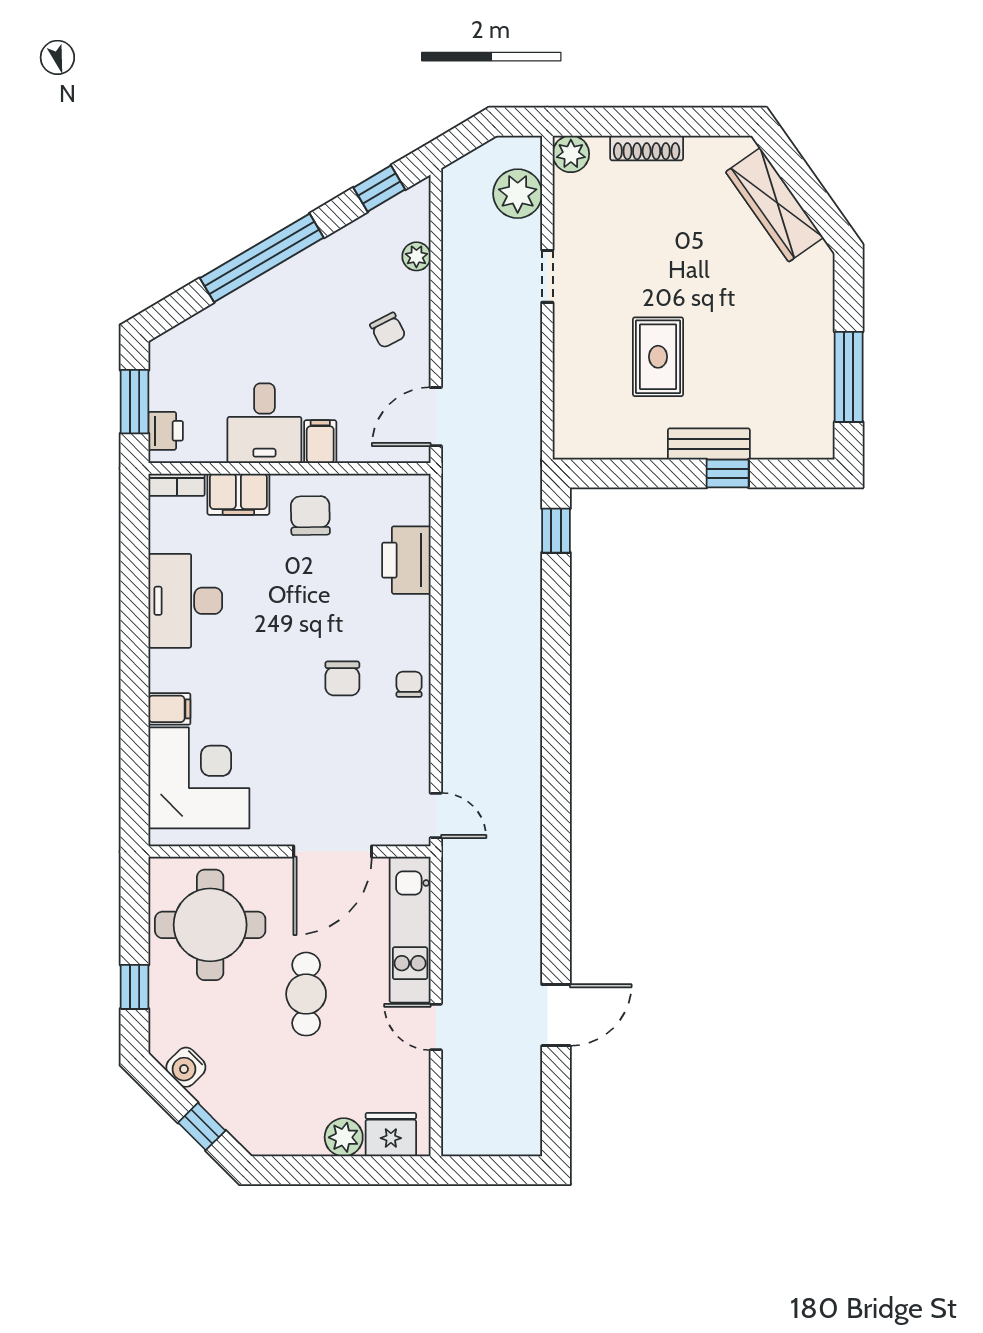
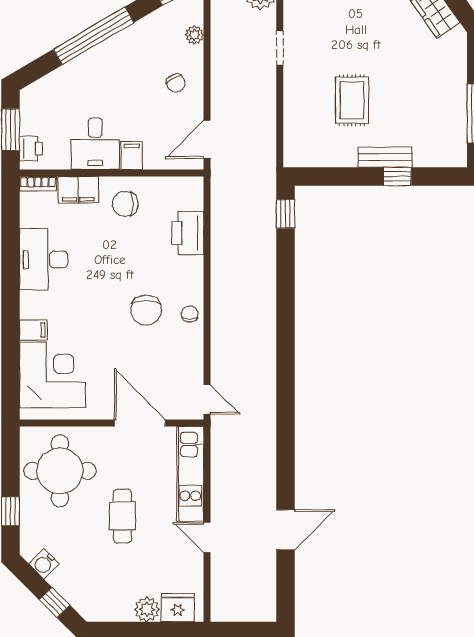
chair: (310, 516) -> (125, 204), turned -89
chair: (342, 678) -> (146, 310), width x1.37, depth x1.37
door: (333, 852) -> (140, 423), swing flipped

